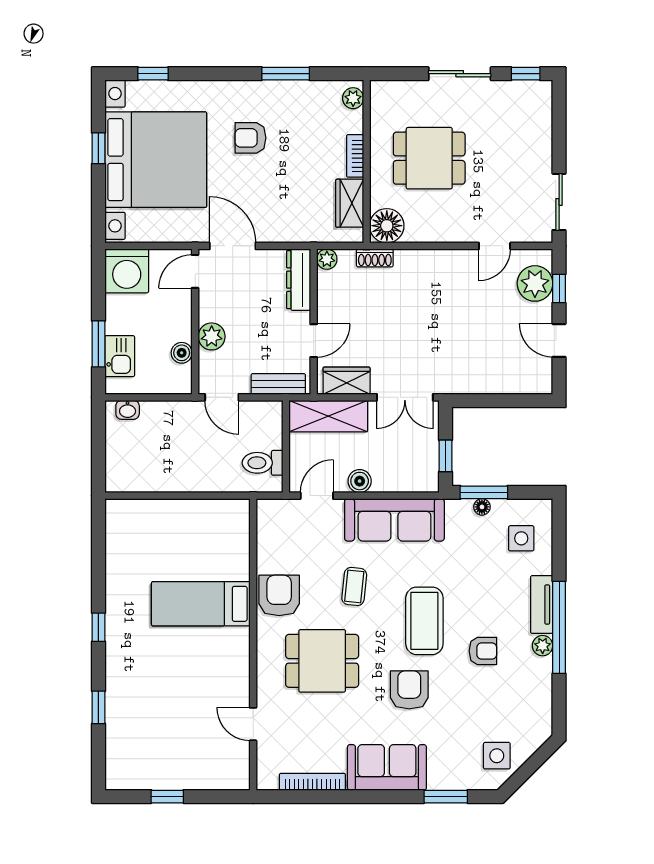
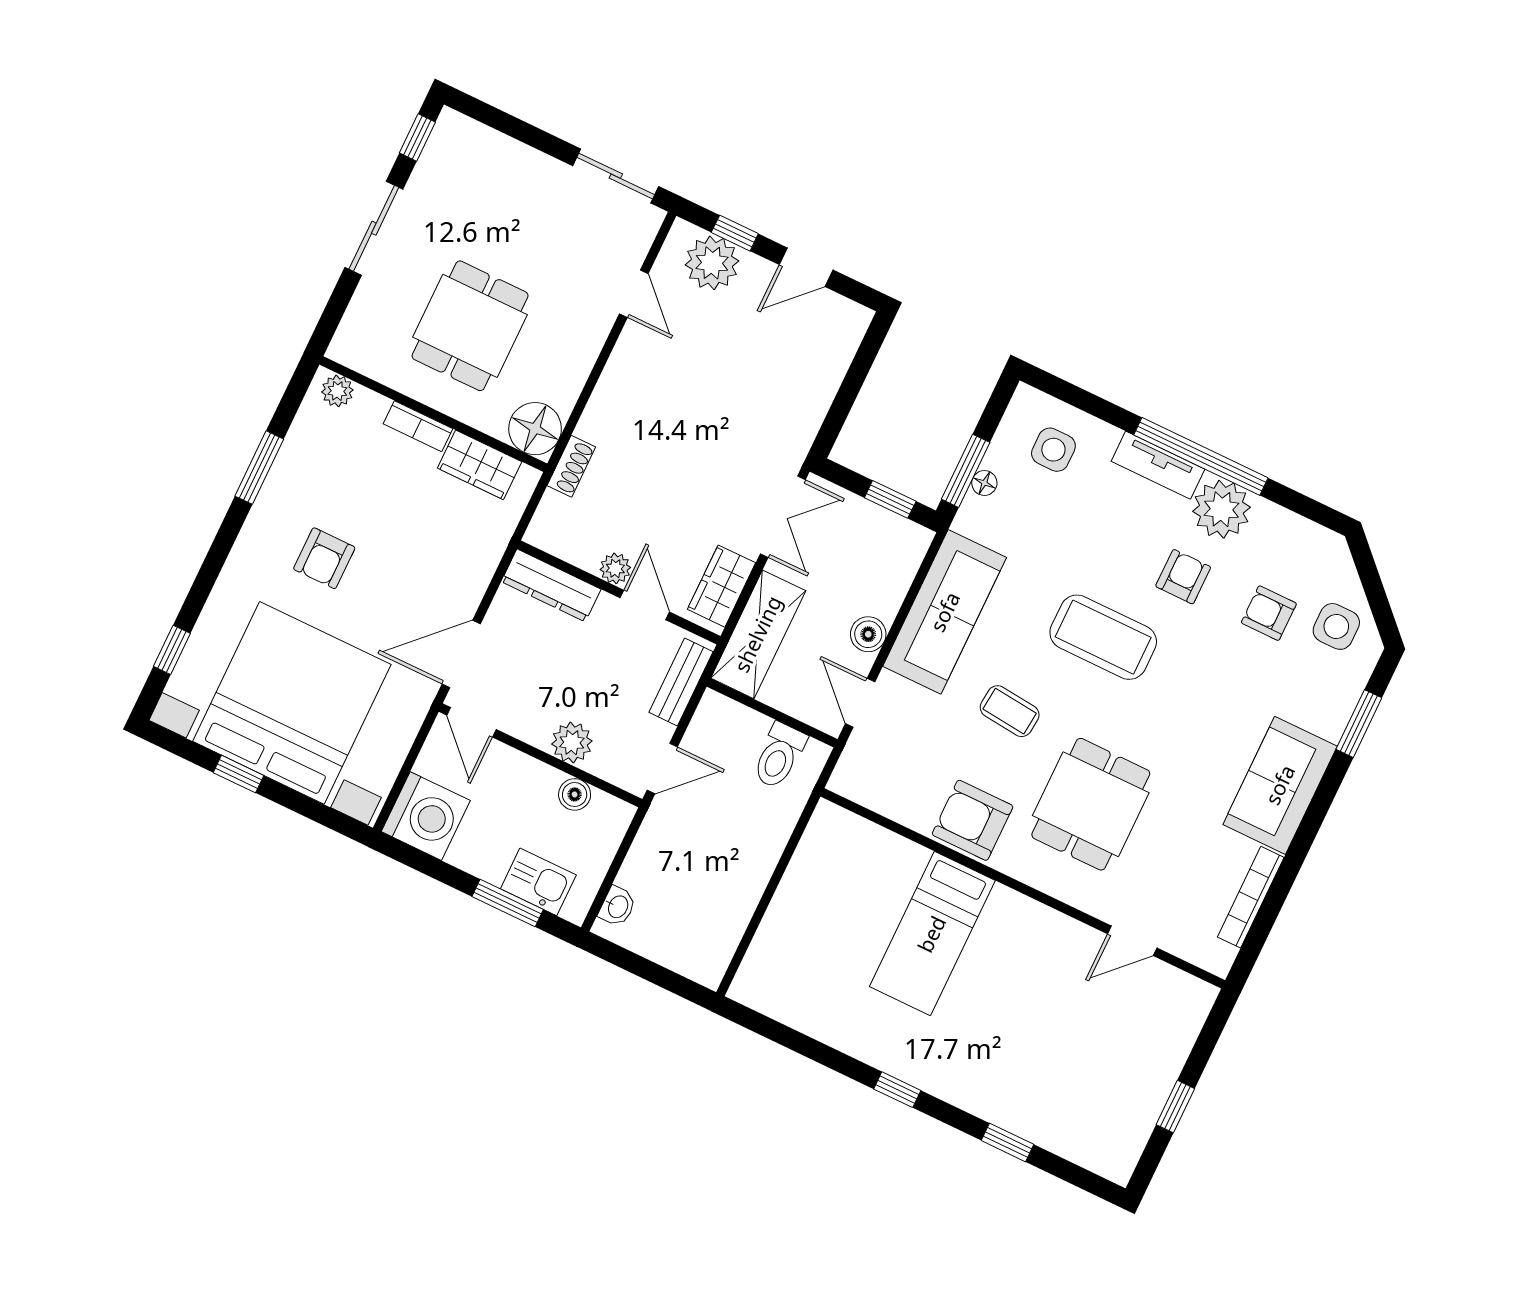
plant: (327, 259) -> (615, 568), moved
plant: (543, 646) -> (1221, 509), width x1.88, depth x1.88
armchair: (409, 690) -> (1269, 613), moved, width x0.72, depth x0.72

